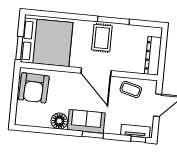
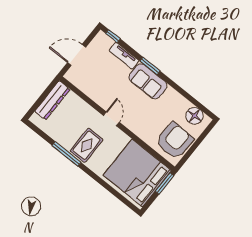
door: (96, 72) -> (111, 119), width x0.53
coffee table: (131, 89) -> (91, 84), removed
floor lamp: (59, 121) -> (194, 116), moved
tv unit: (135, 131) -> (124, 56), moved

